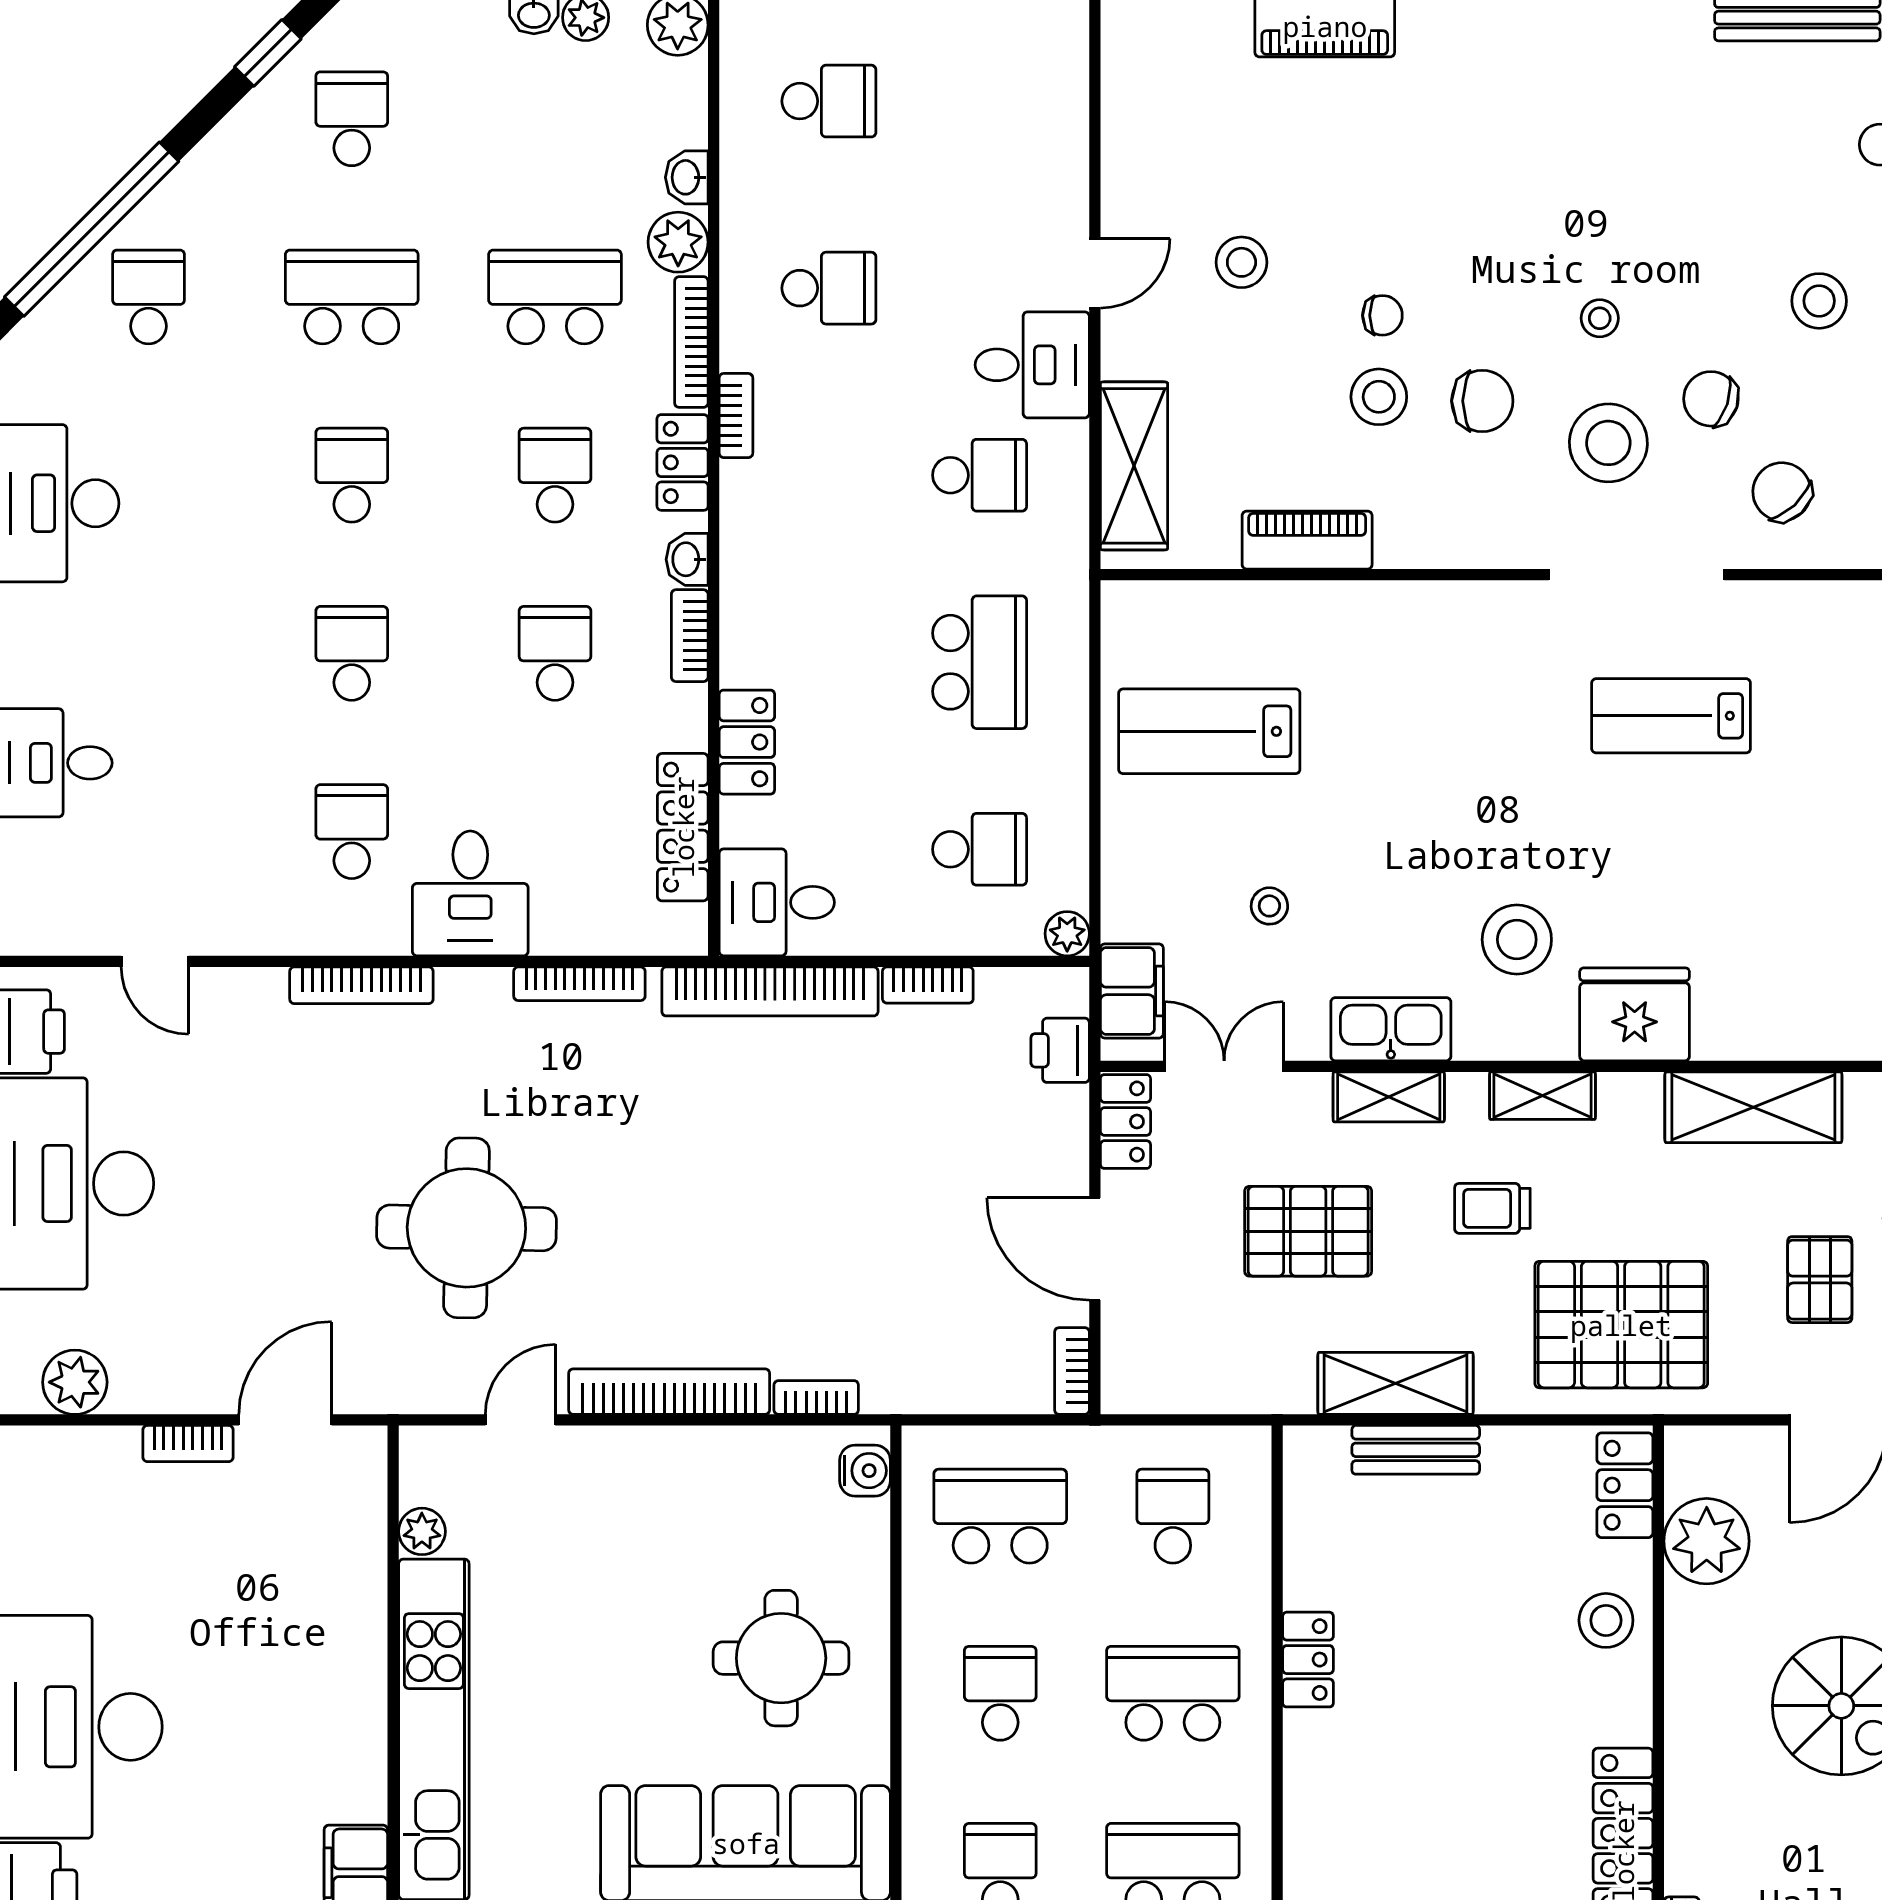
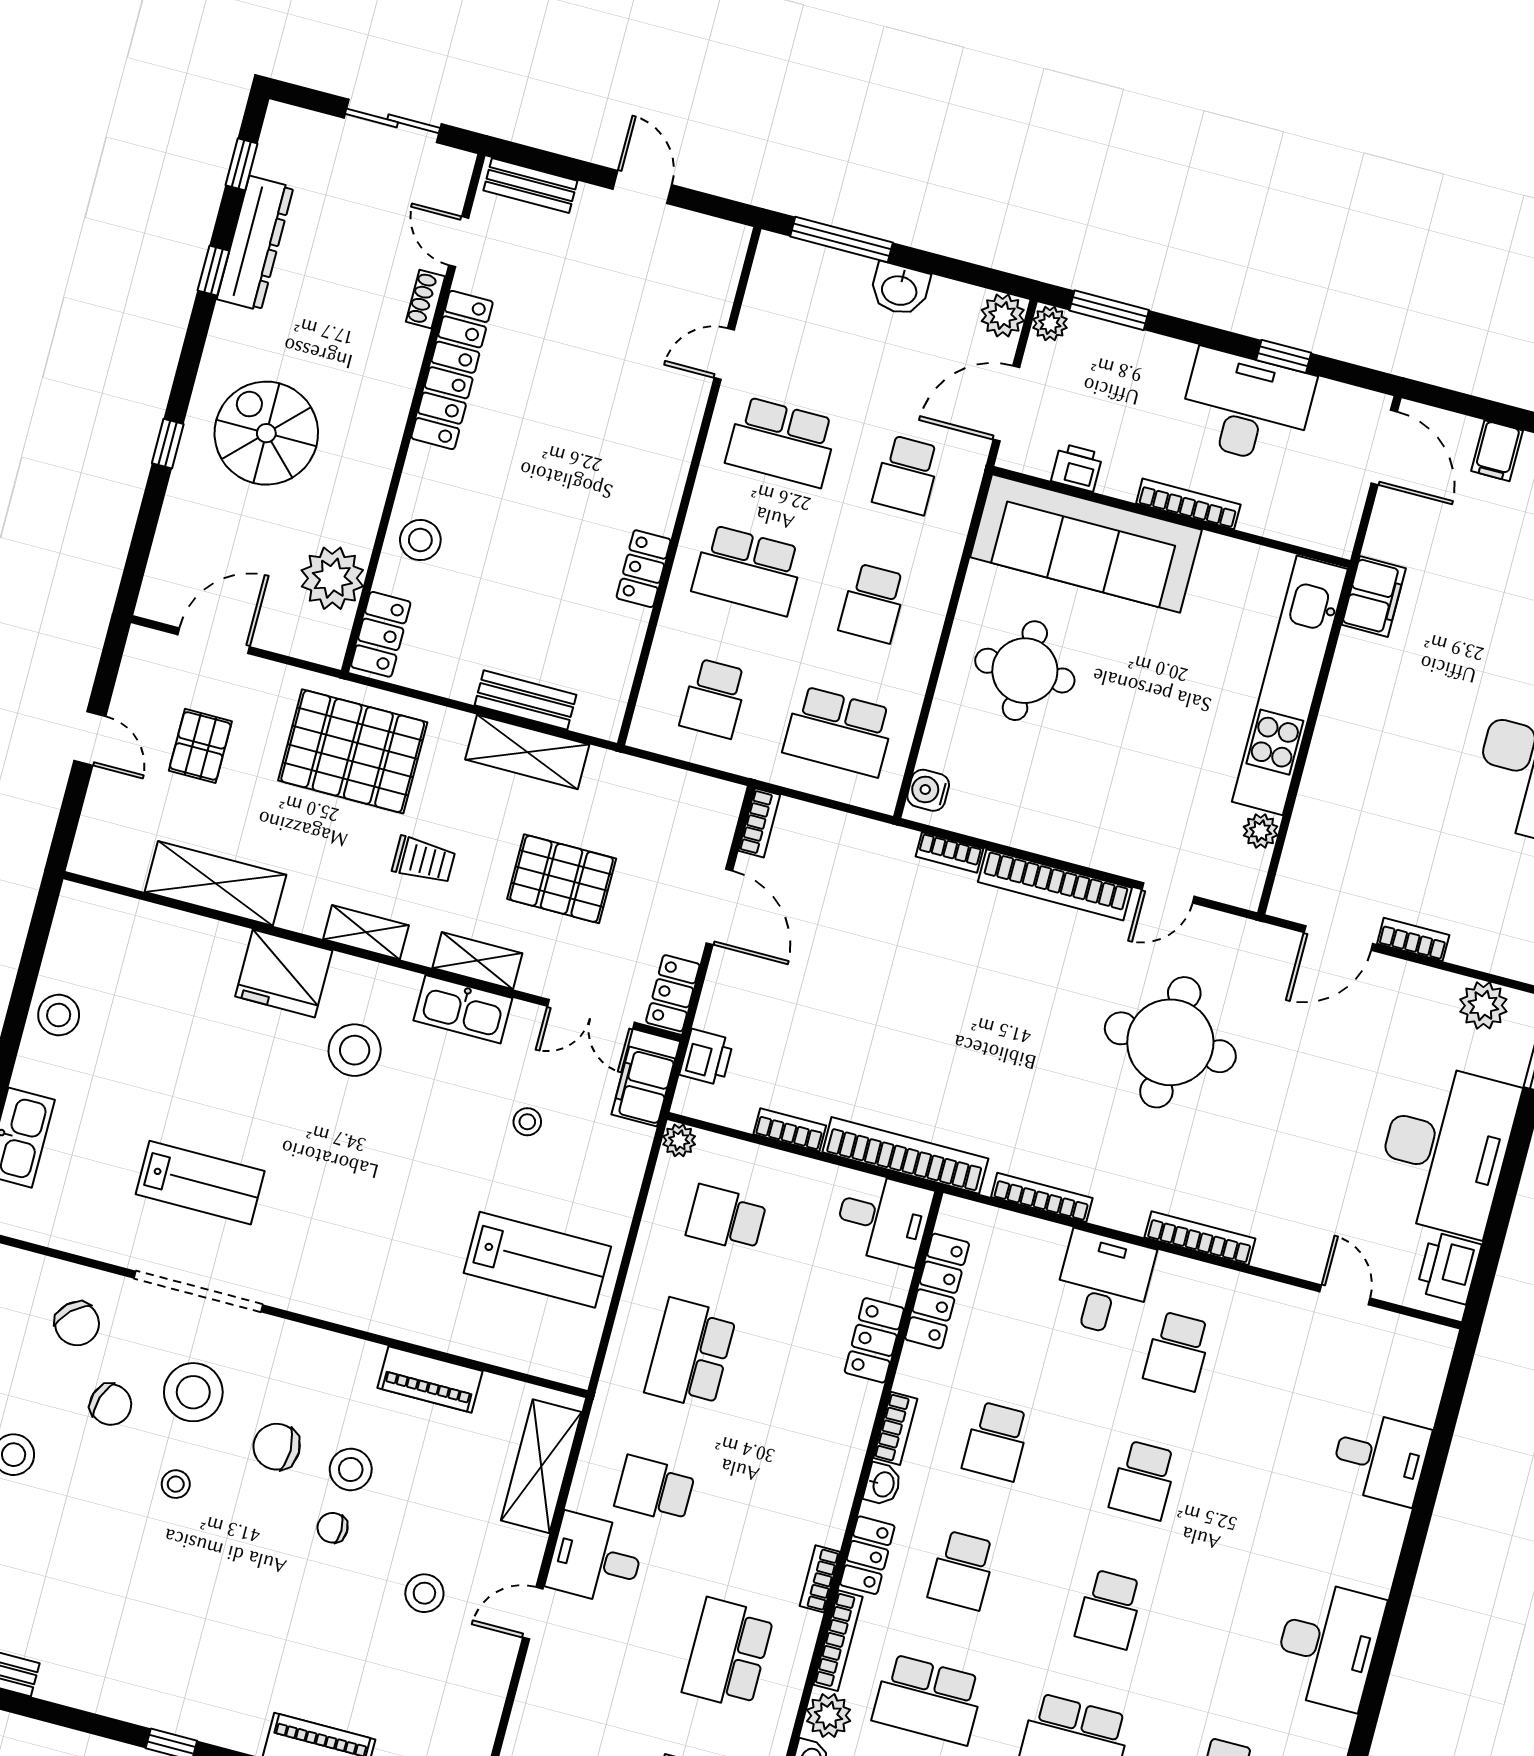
school desk: (829, 288) -> (728, 1653), width x1.85

